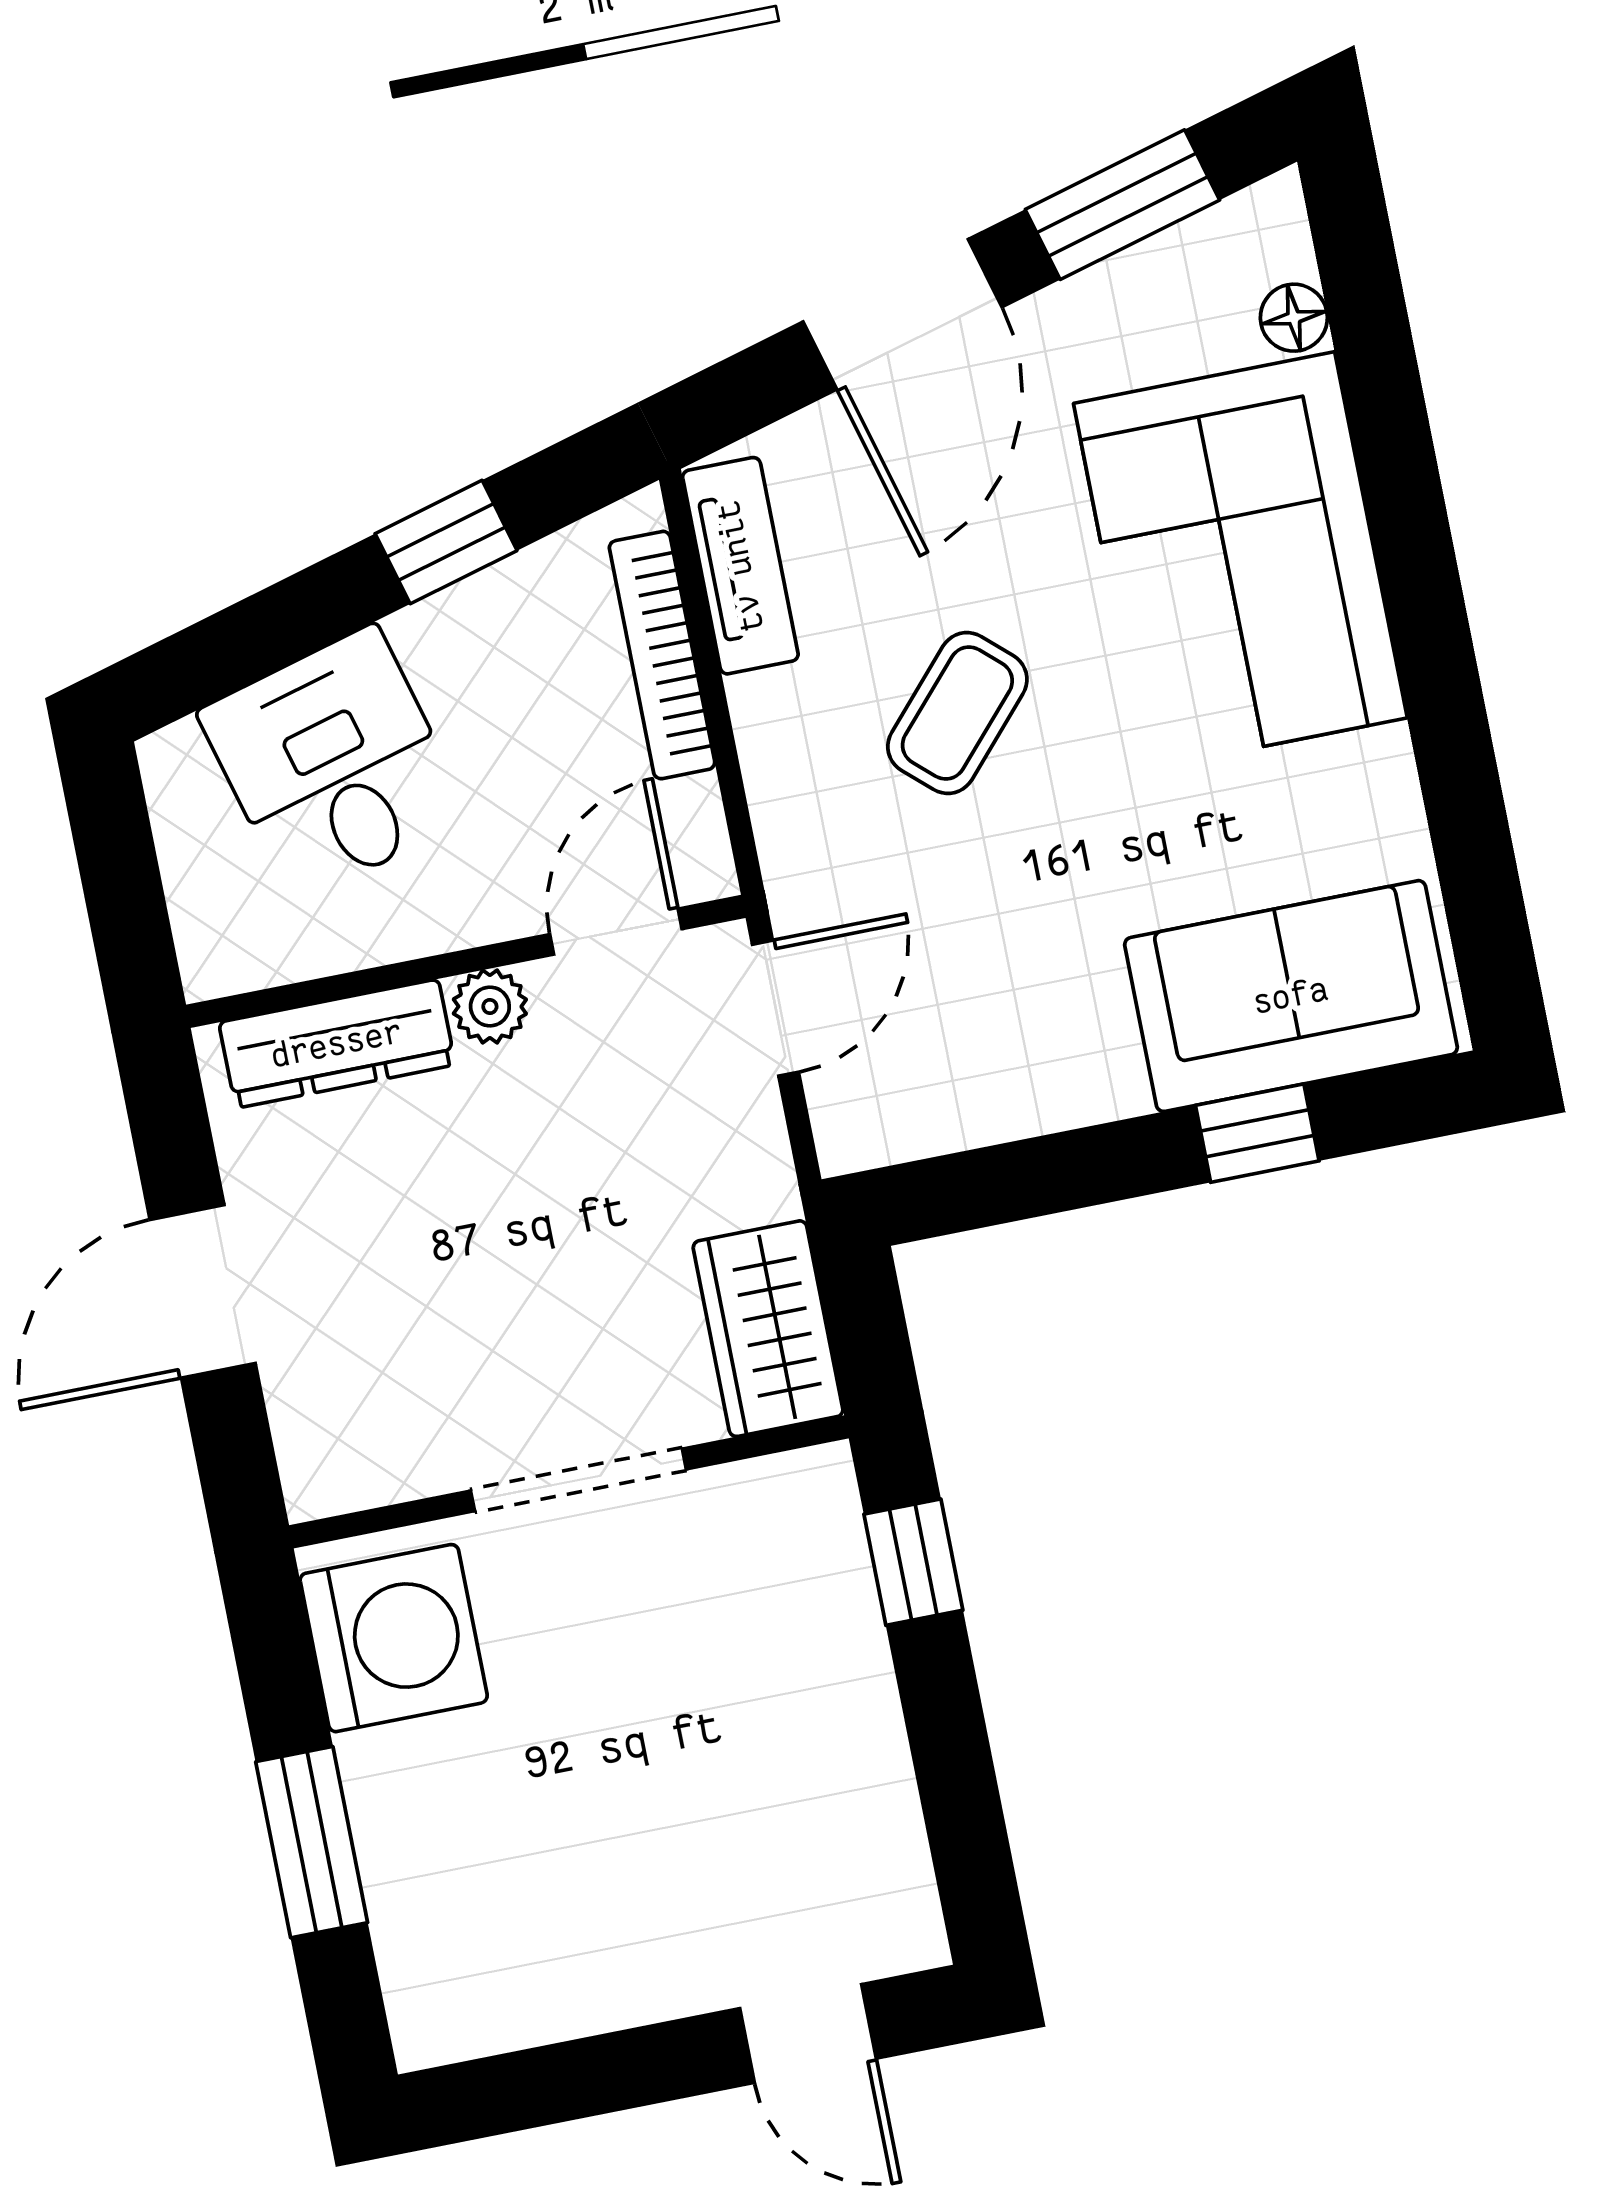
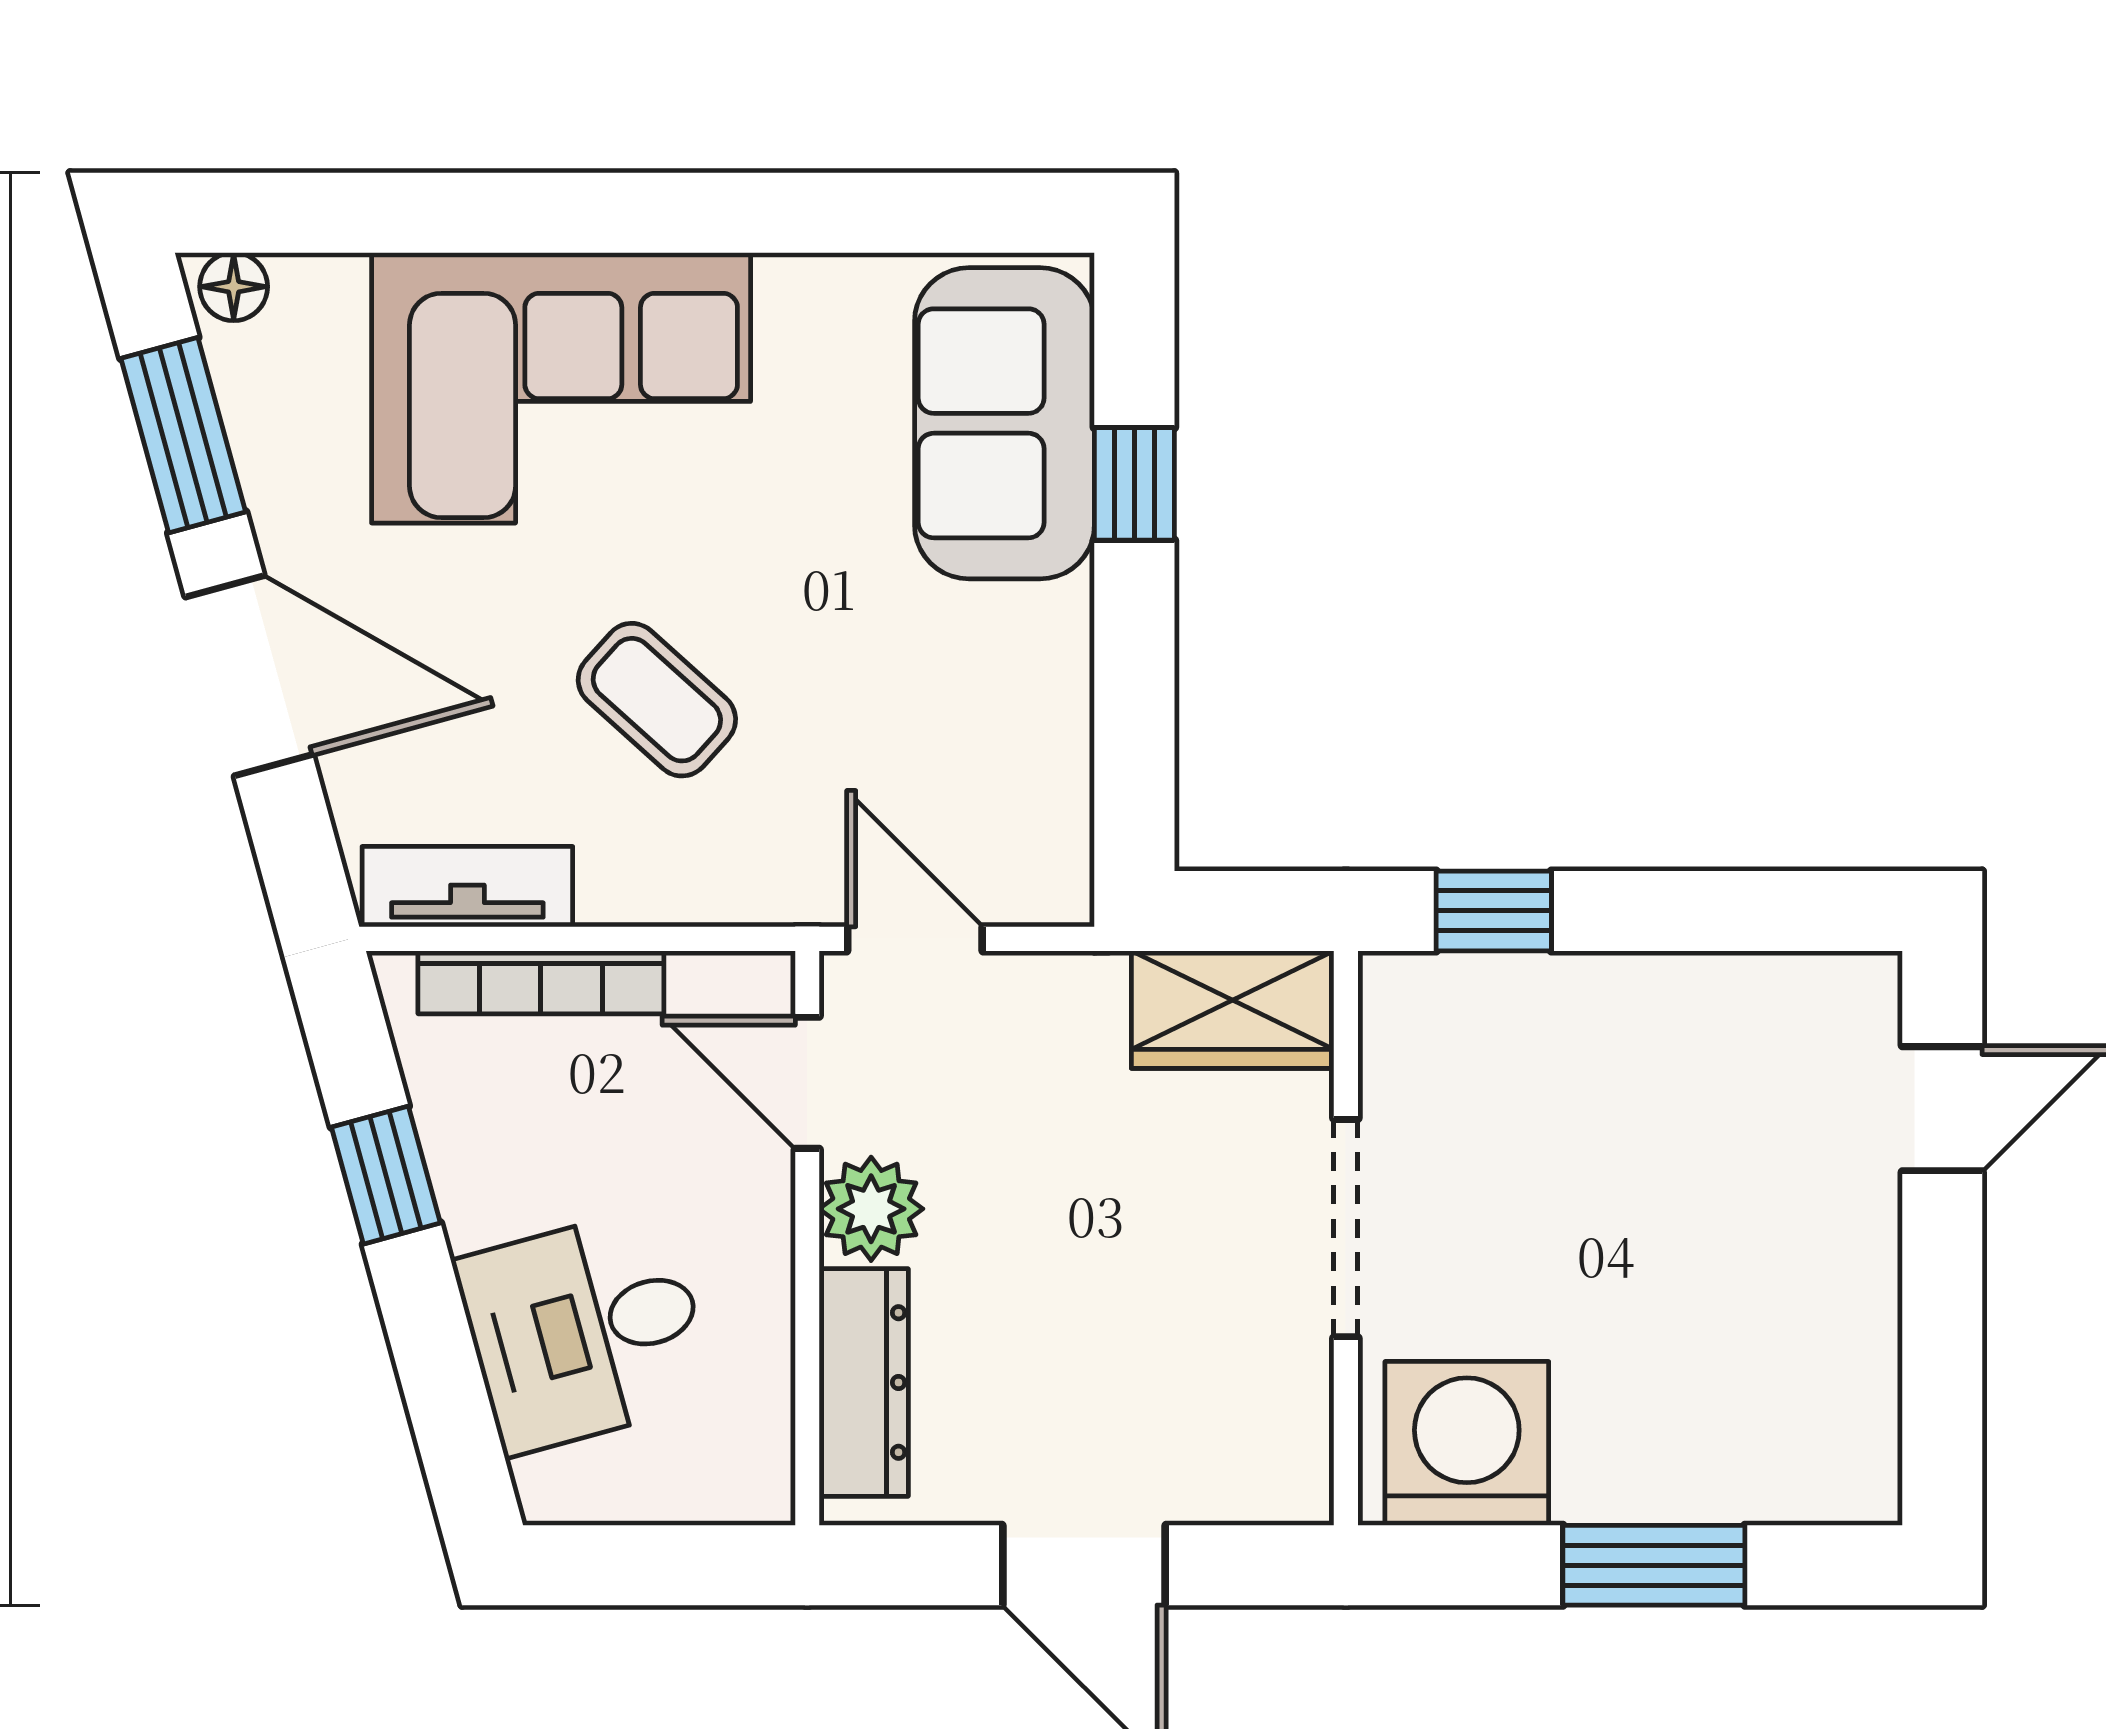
floor lamp: (1294, 318) -> (234, 287), moved
plant: (490, 1006) -> (871, 1209), width x1.38, depth x1.38

